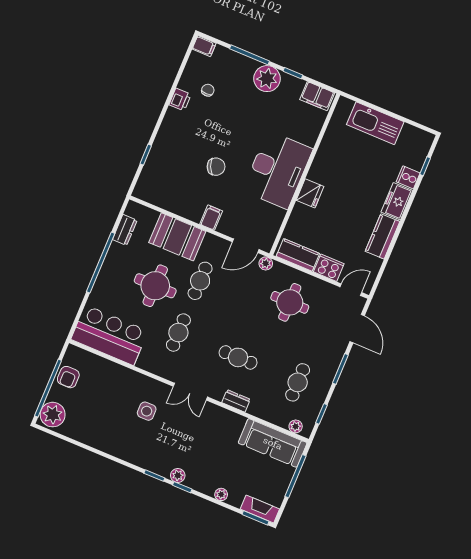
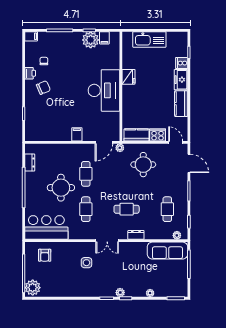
plant: (267, 79) -> (91, 40), moved
filing cabinet: (317, 96) -> (104, 38), width x0.50
chair: (216, 167) -> (43, 88), moved
fridge: (310, 193) -> (128, 77), moved
booth: (177, 237) -> (62, 154), removed
door: (351, 290) -> (176, 142), hinge flipped
armchair: (68, 377) -> (45, 255), moved
fireplace: (260, 509) -> (176, 292), removed

